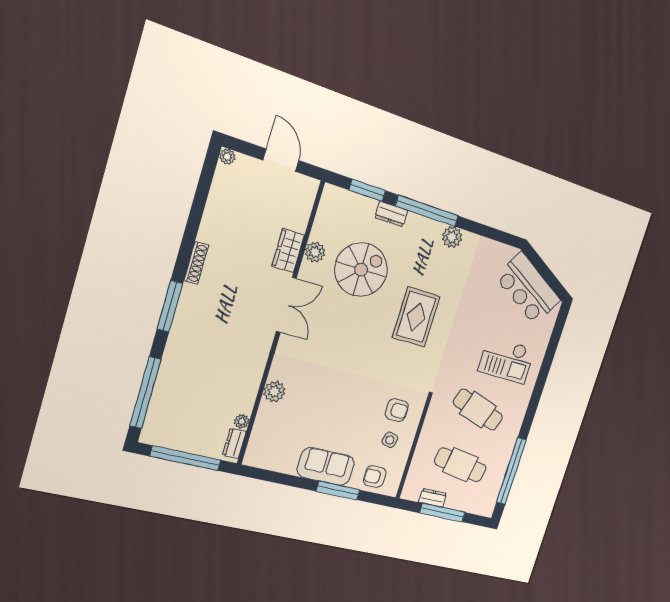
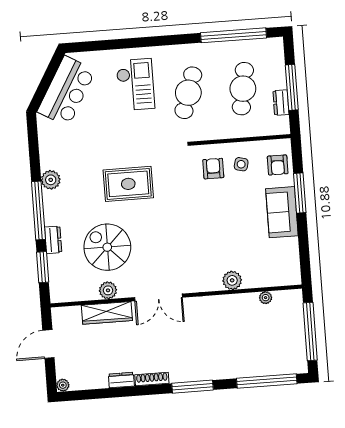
wardrobe: (288, 251) -> (107, 313), width x1.50
double door: (286, 305) -> (159, 297), swing flipped
dresser: (234, 443) -> (121, 380), moved, turned 180

